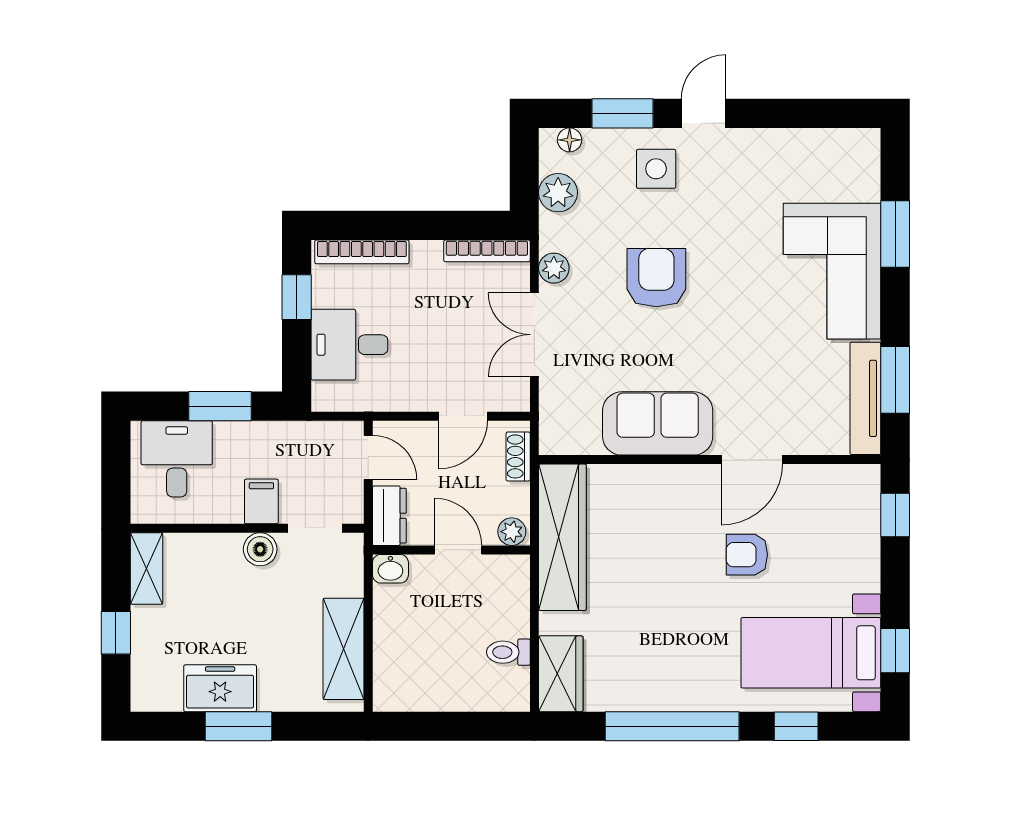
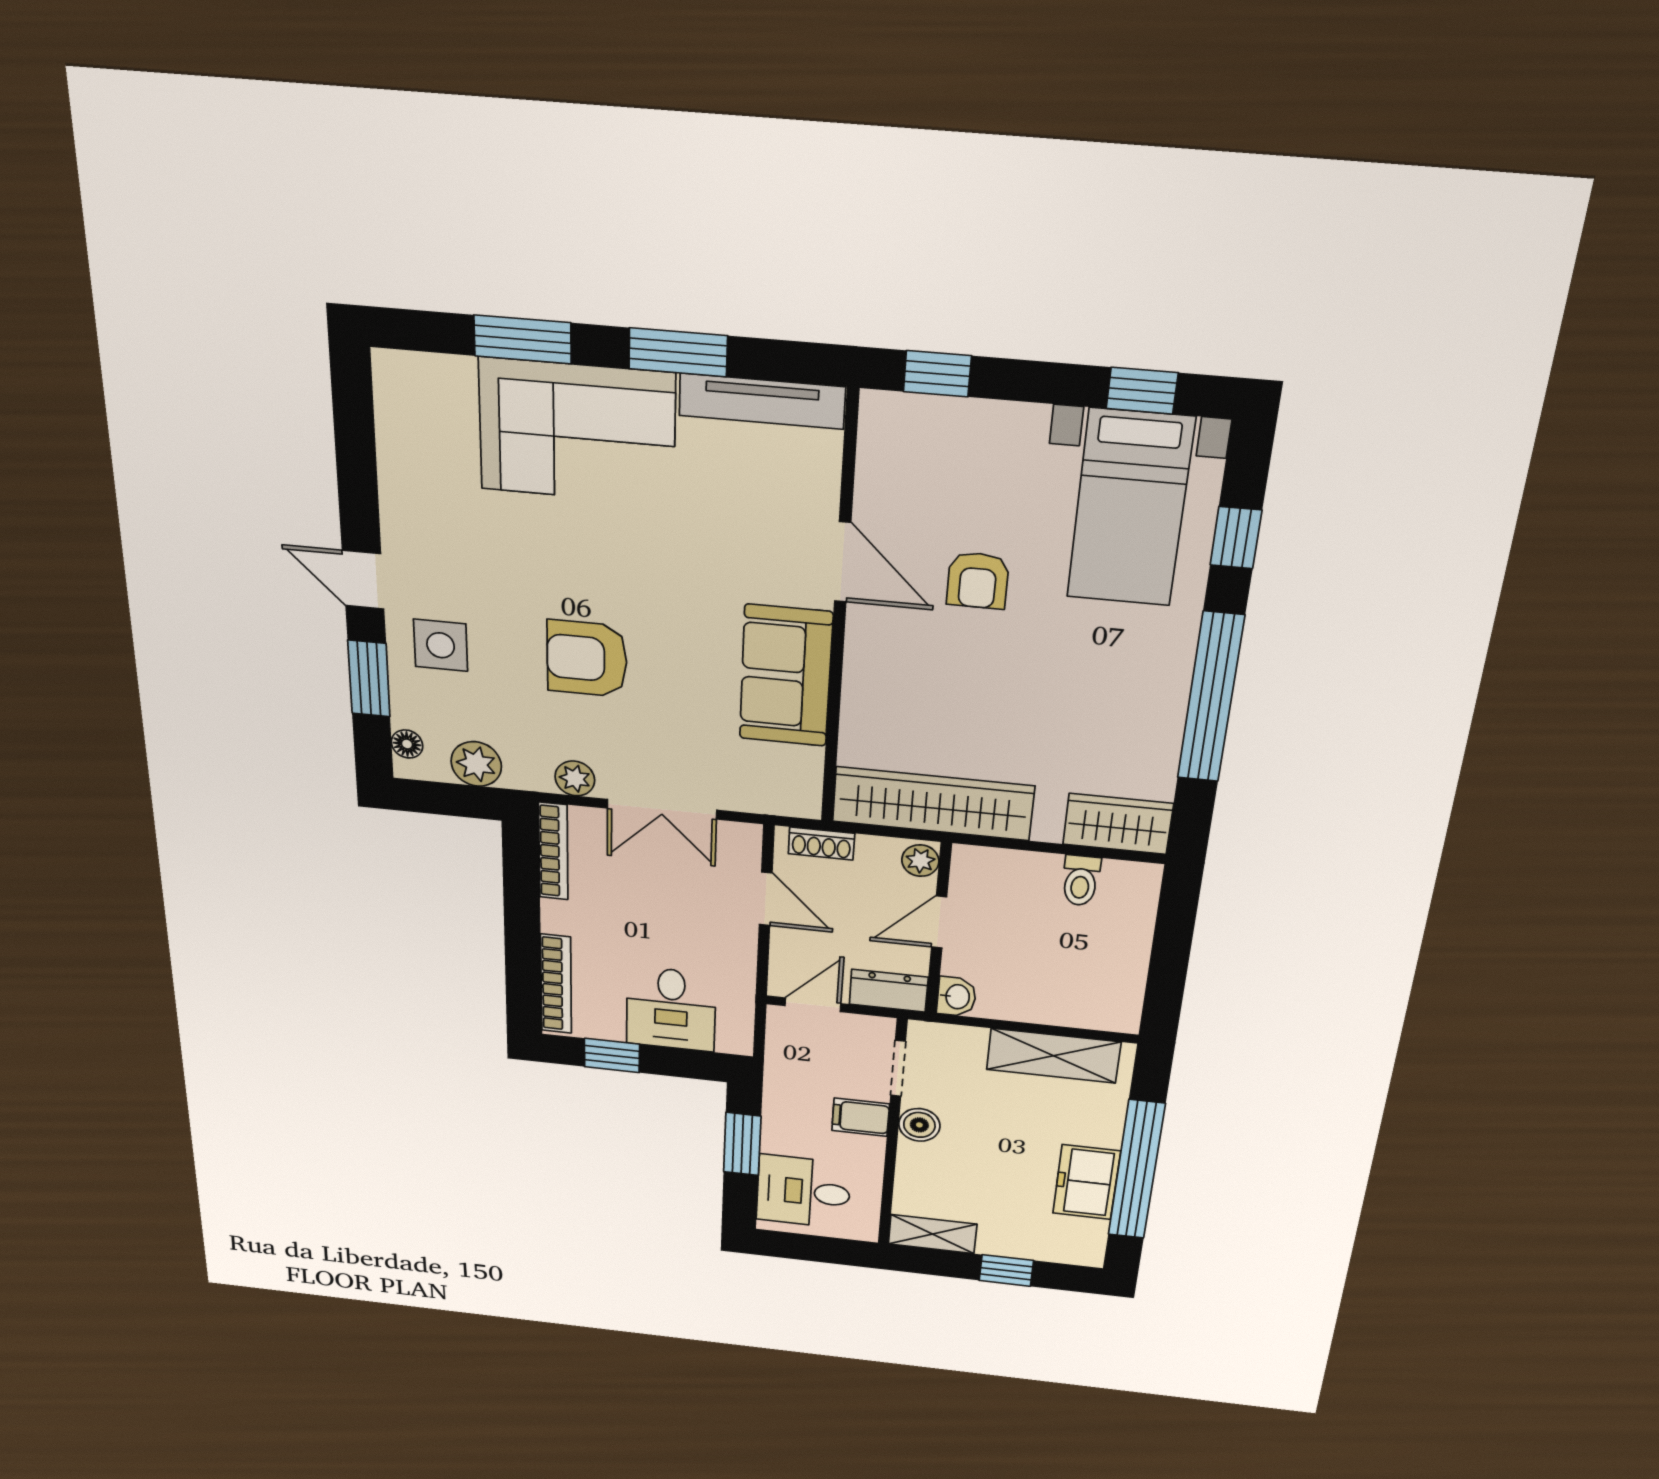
window: (895, 380) -> (678, 352), moved
window: (238, 726) -> (1136, 1170), width x2.11

